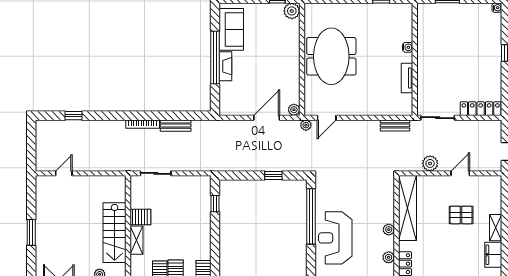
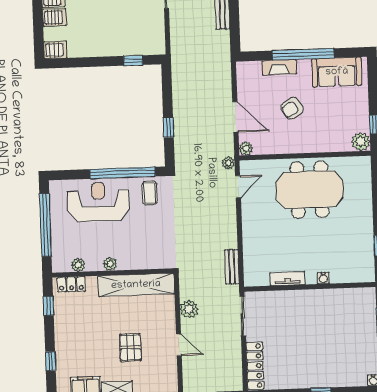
fireplace: (225, 66) -> (279, 67), moved
armchair: (261, 69) -> (292, 108), added
door: (327, 118) -> (238, 187), swing flipped
coffee table: (329, 194) -> (150, 193), added

